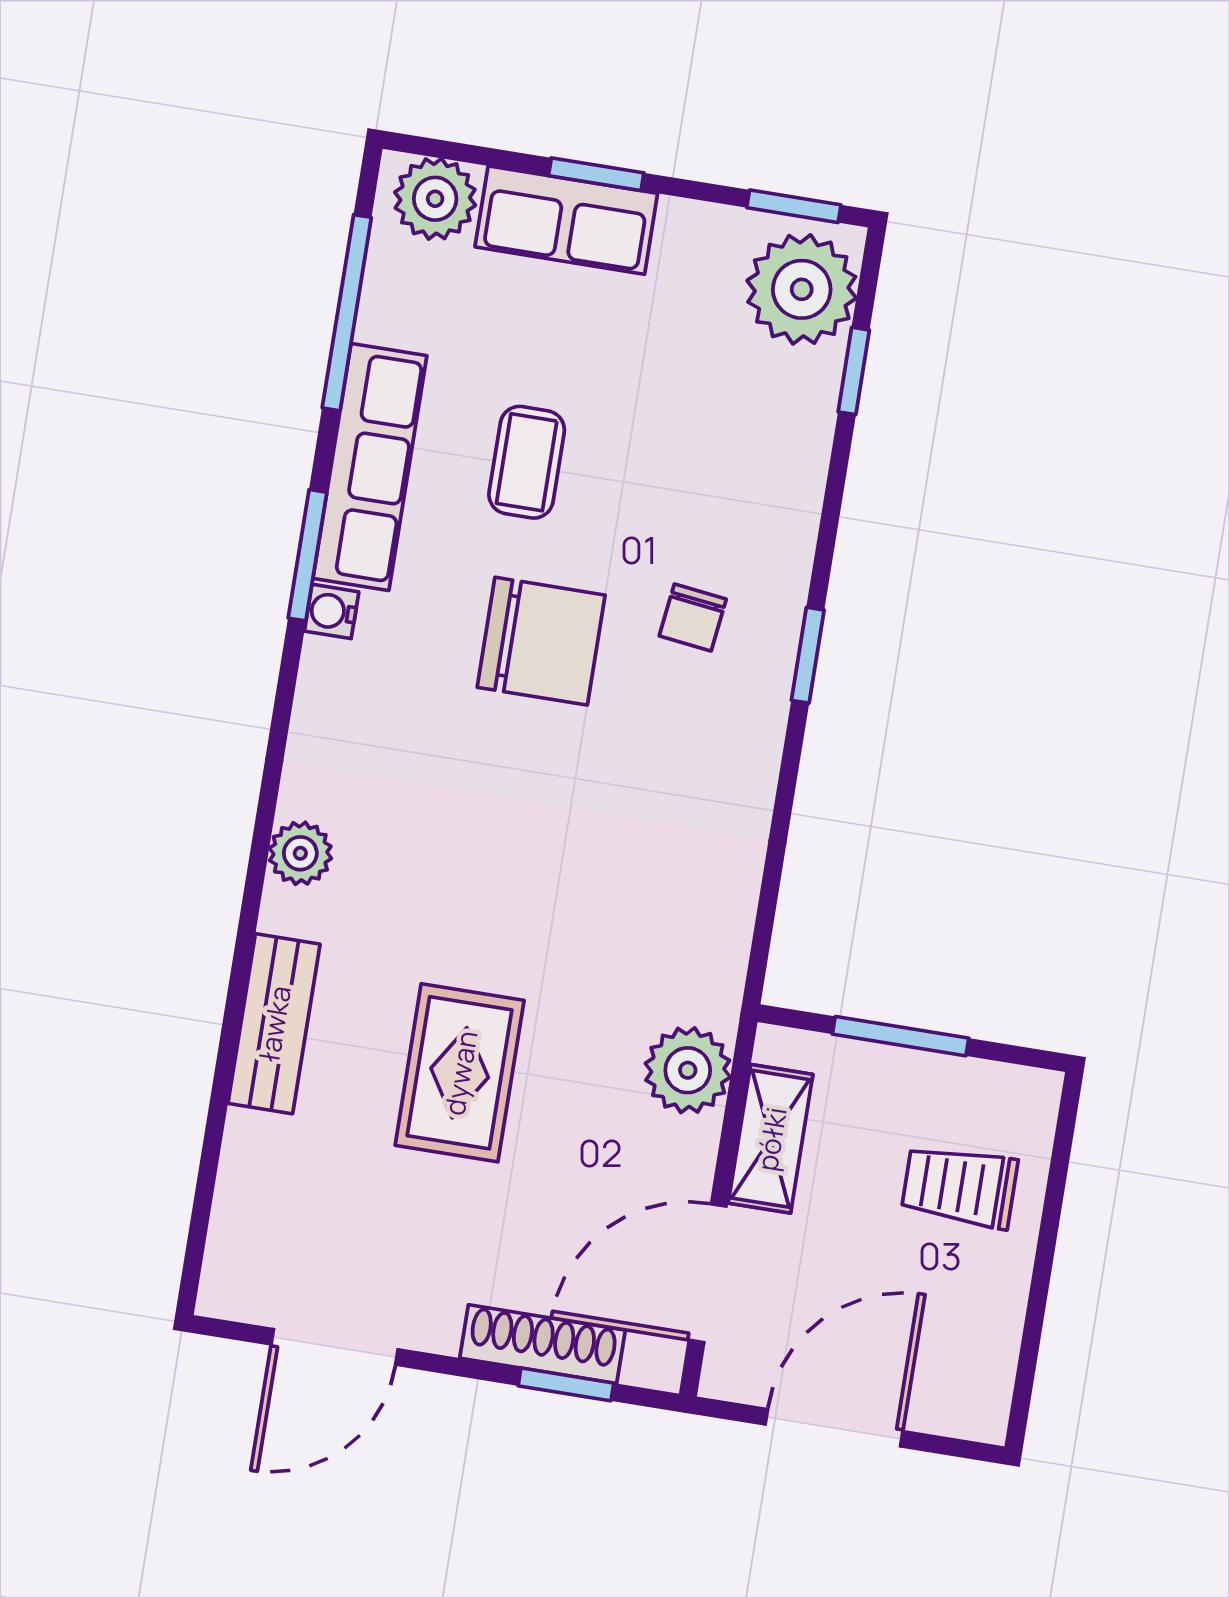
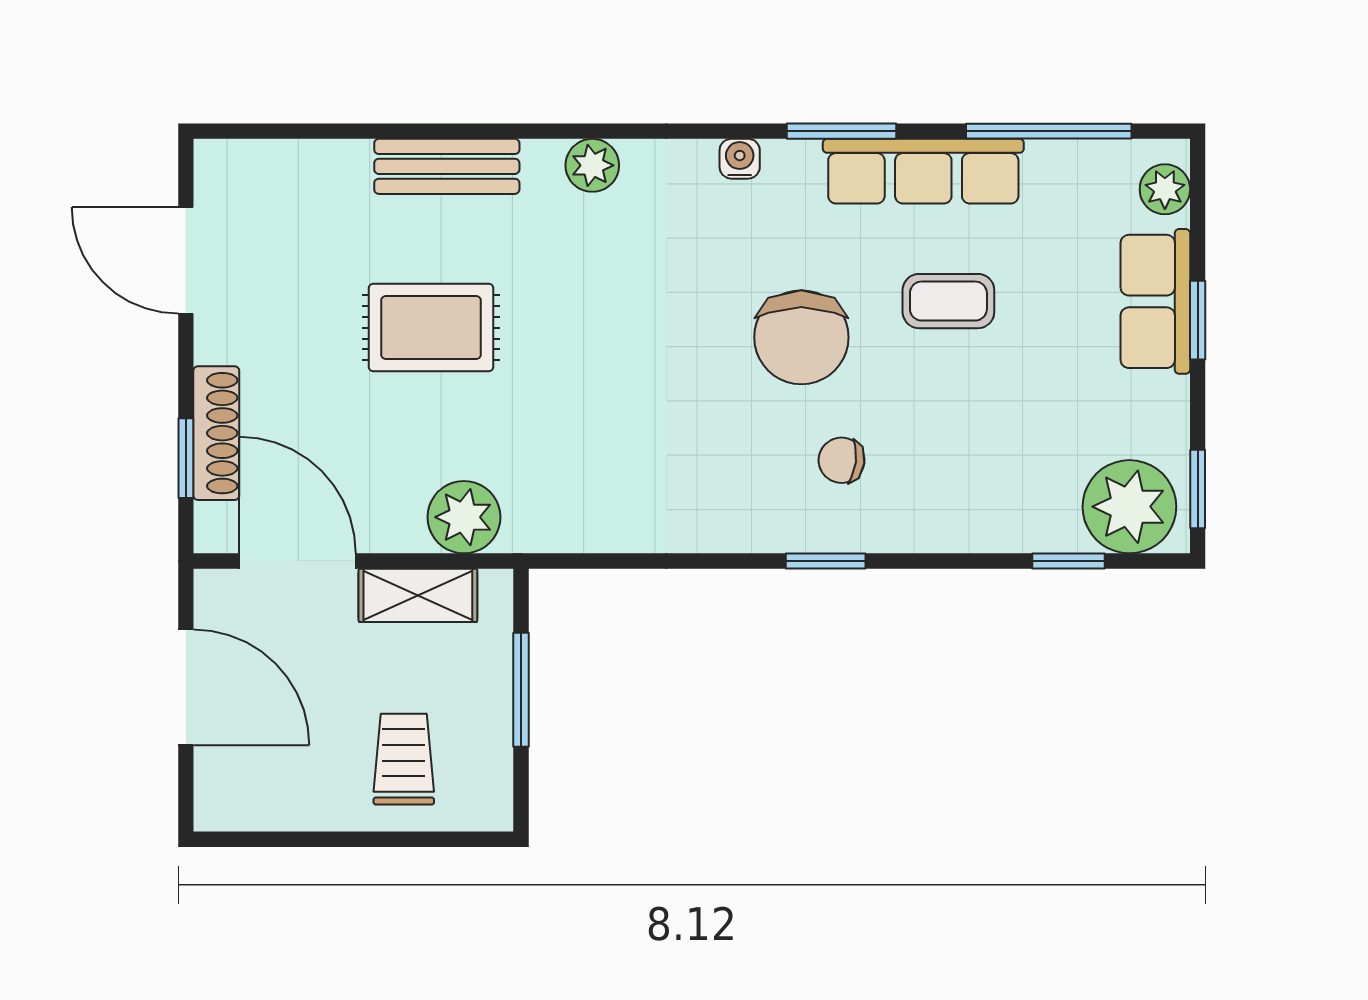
plant: (435, 199) -> (1165, 189), width x0.73, depth x0.73
water cooler: (332, 611) -> (740, 159), moved

